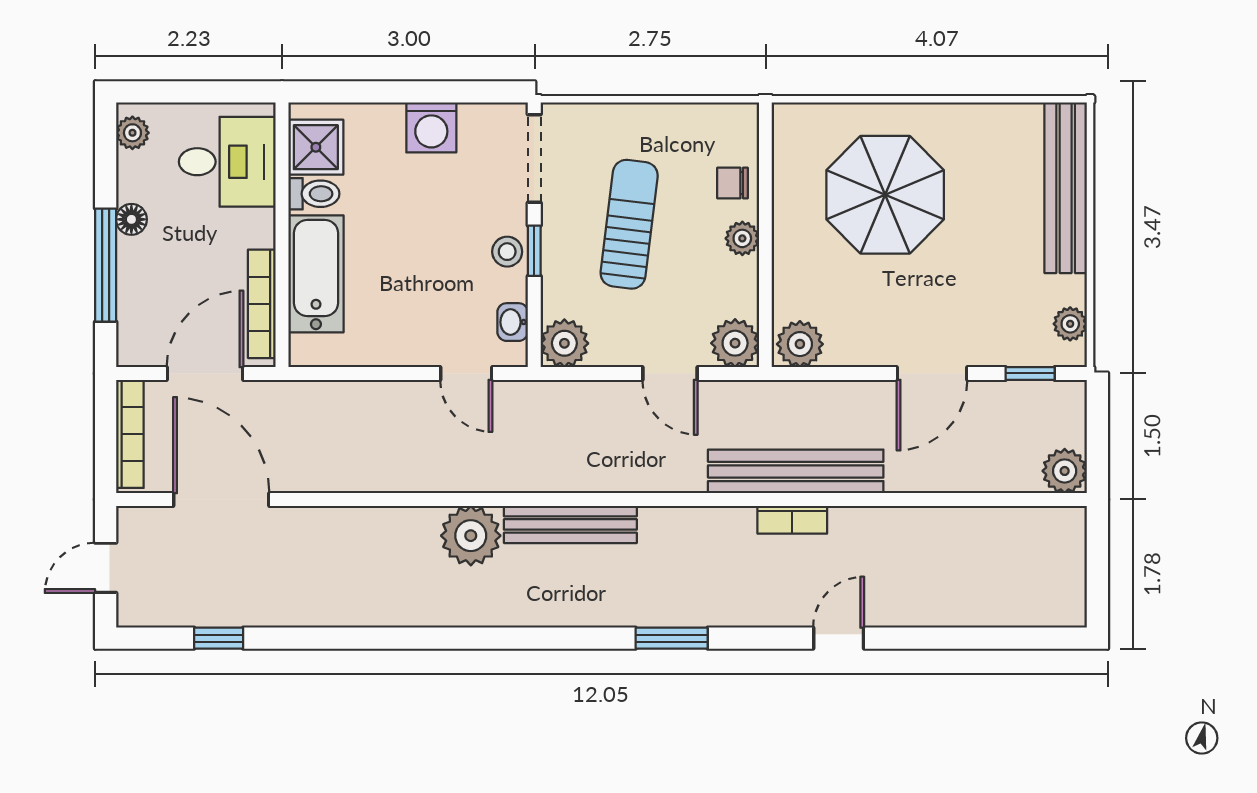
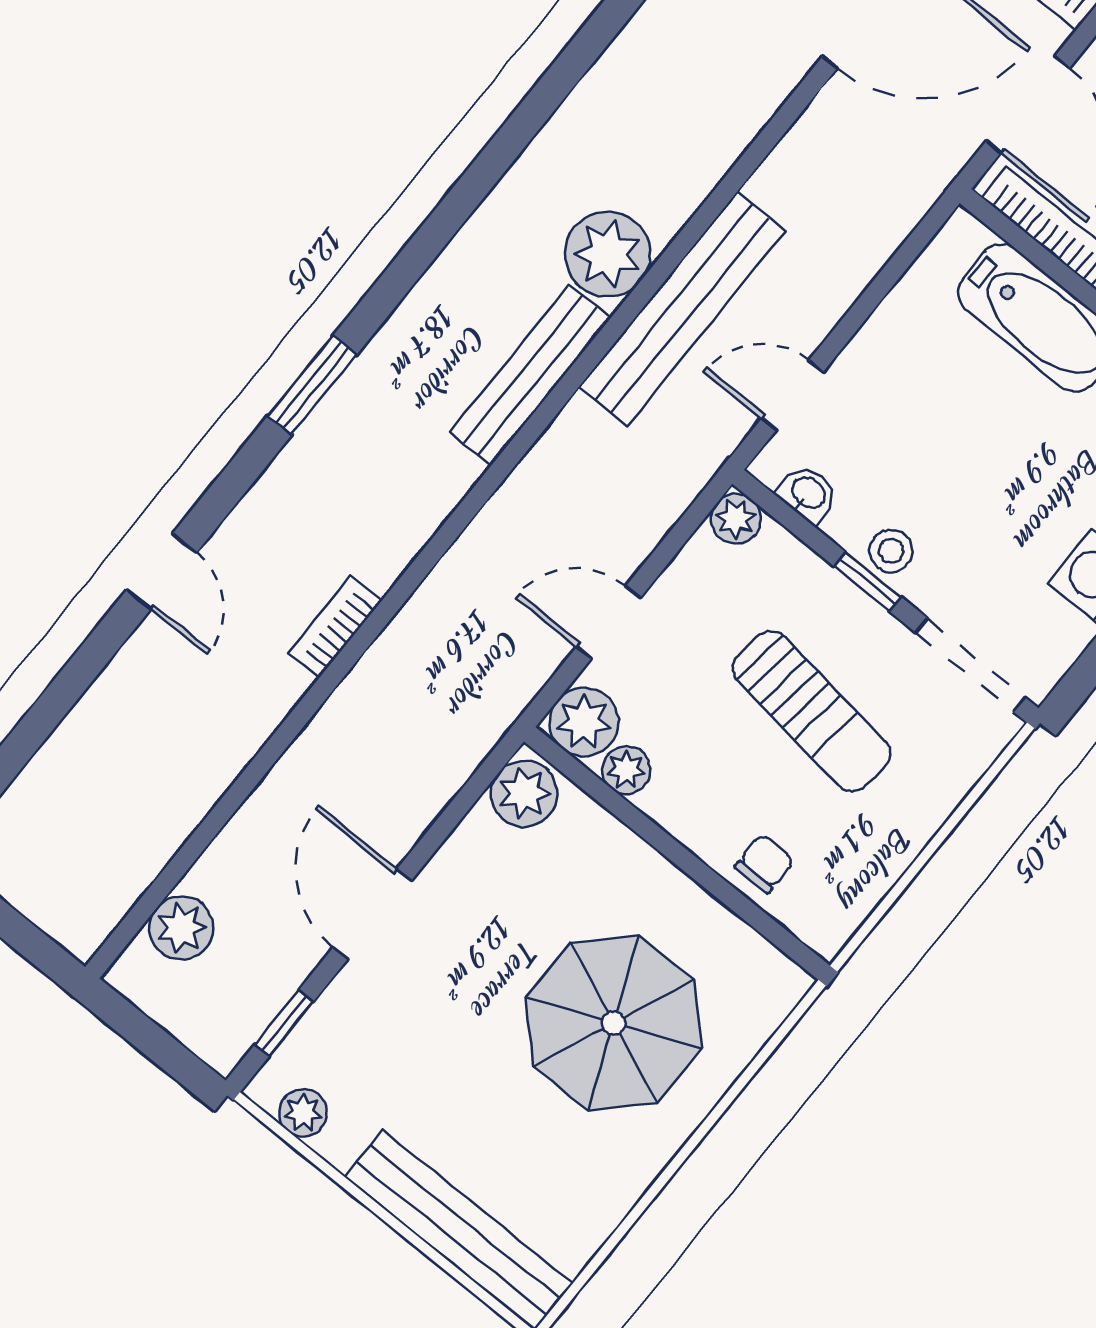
plant: (742, 238) -> (626, 770), moved
plant: (564, 343) -> (736, 519), width x0.73, depth x0.73
bench: (796, 471) -> (682, 309), moved
plant: (1065, 471) -> (181, 928), moved

